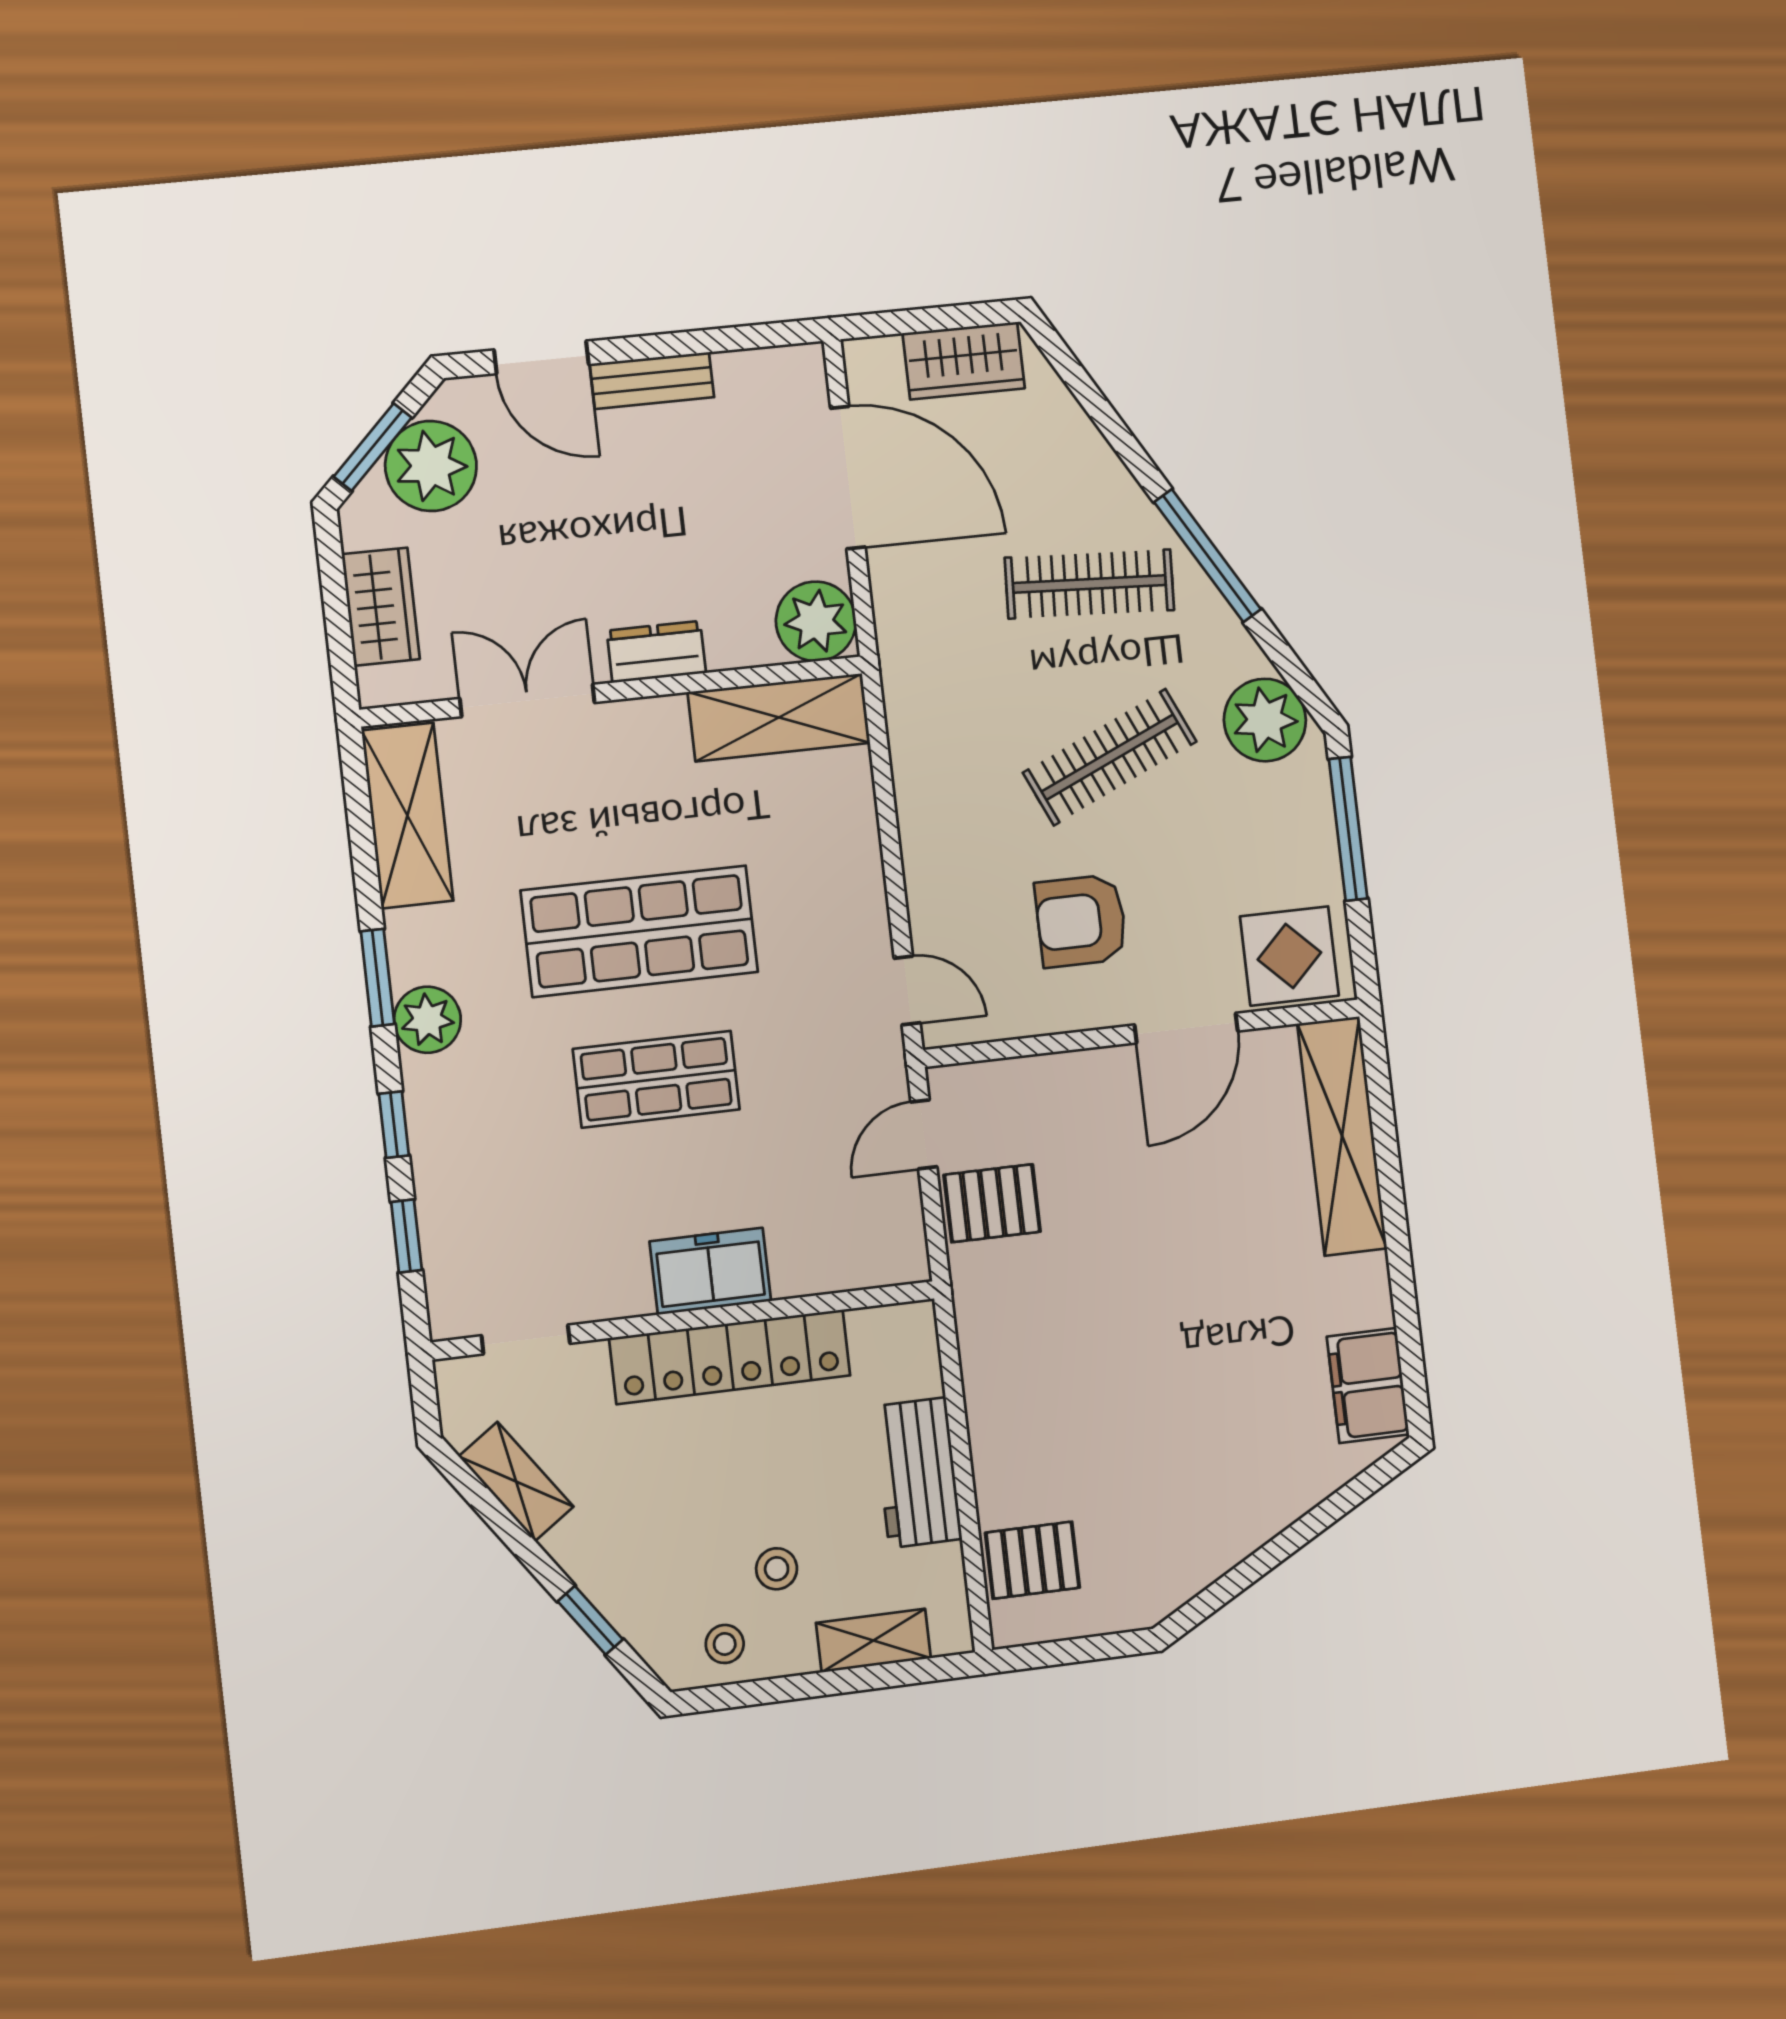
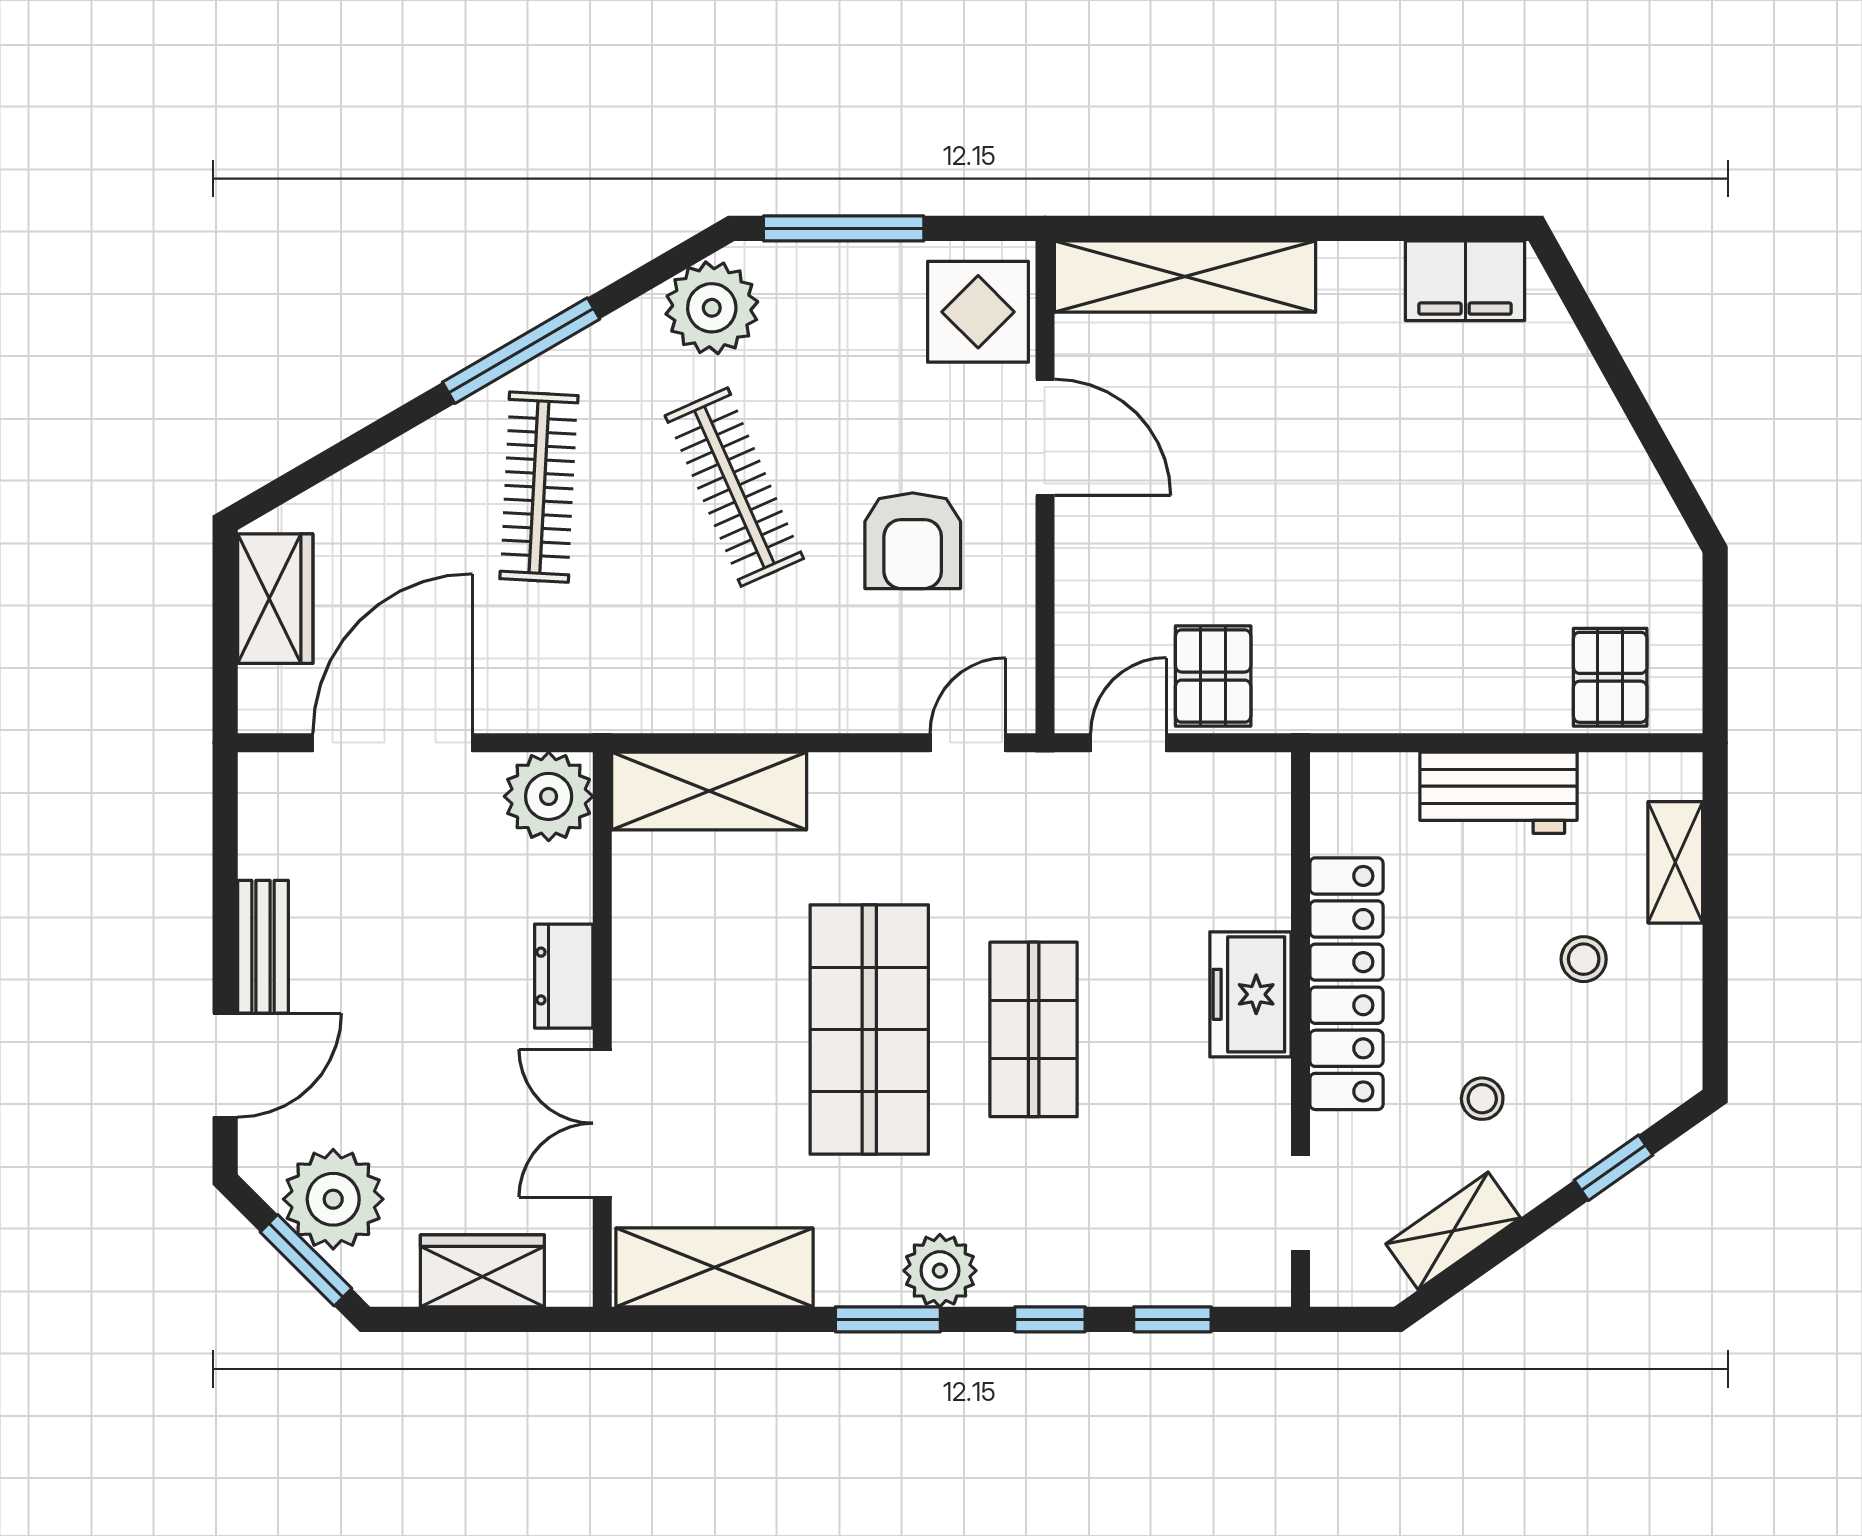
shelving: (779, 717) -> (709, 791), moved, turned 90
door: (924, 1134) -> (1129, 743), swing flipped
stool: (725, 1644) -> (1482, 1099), moved

